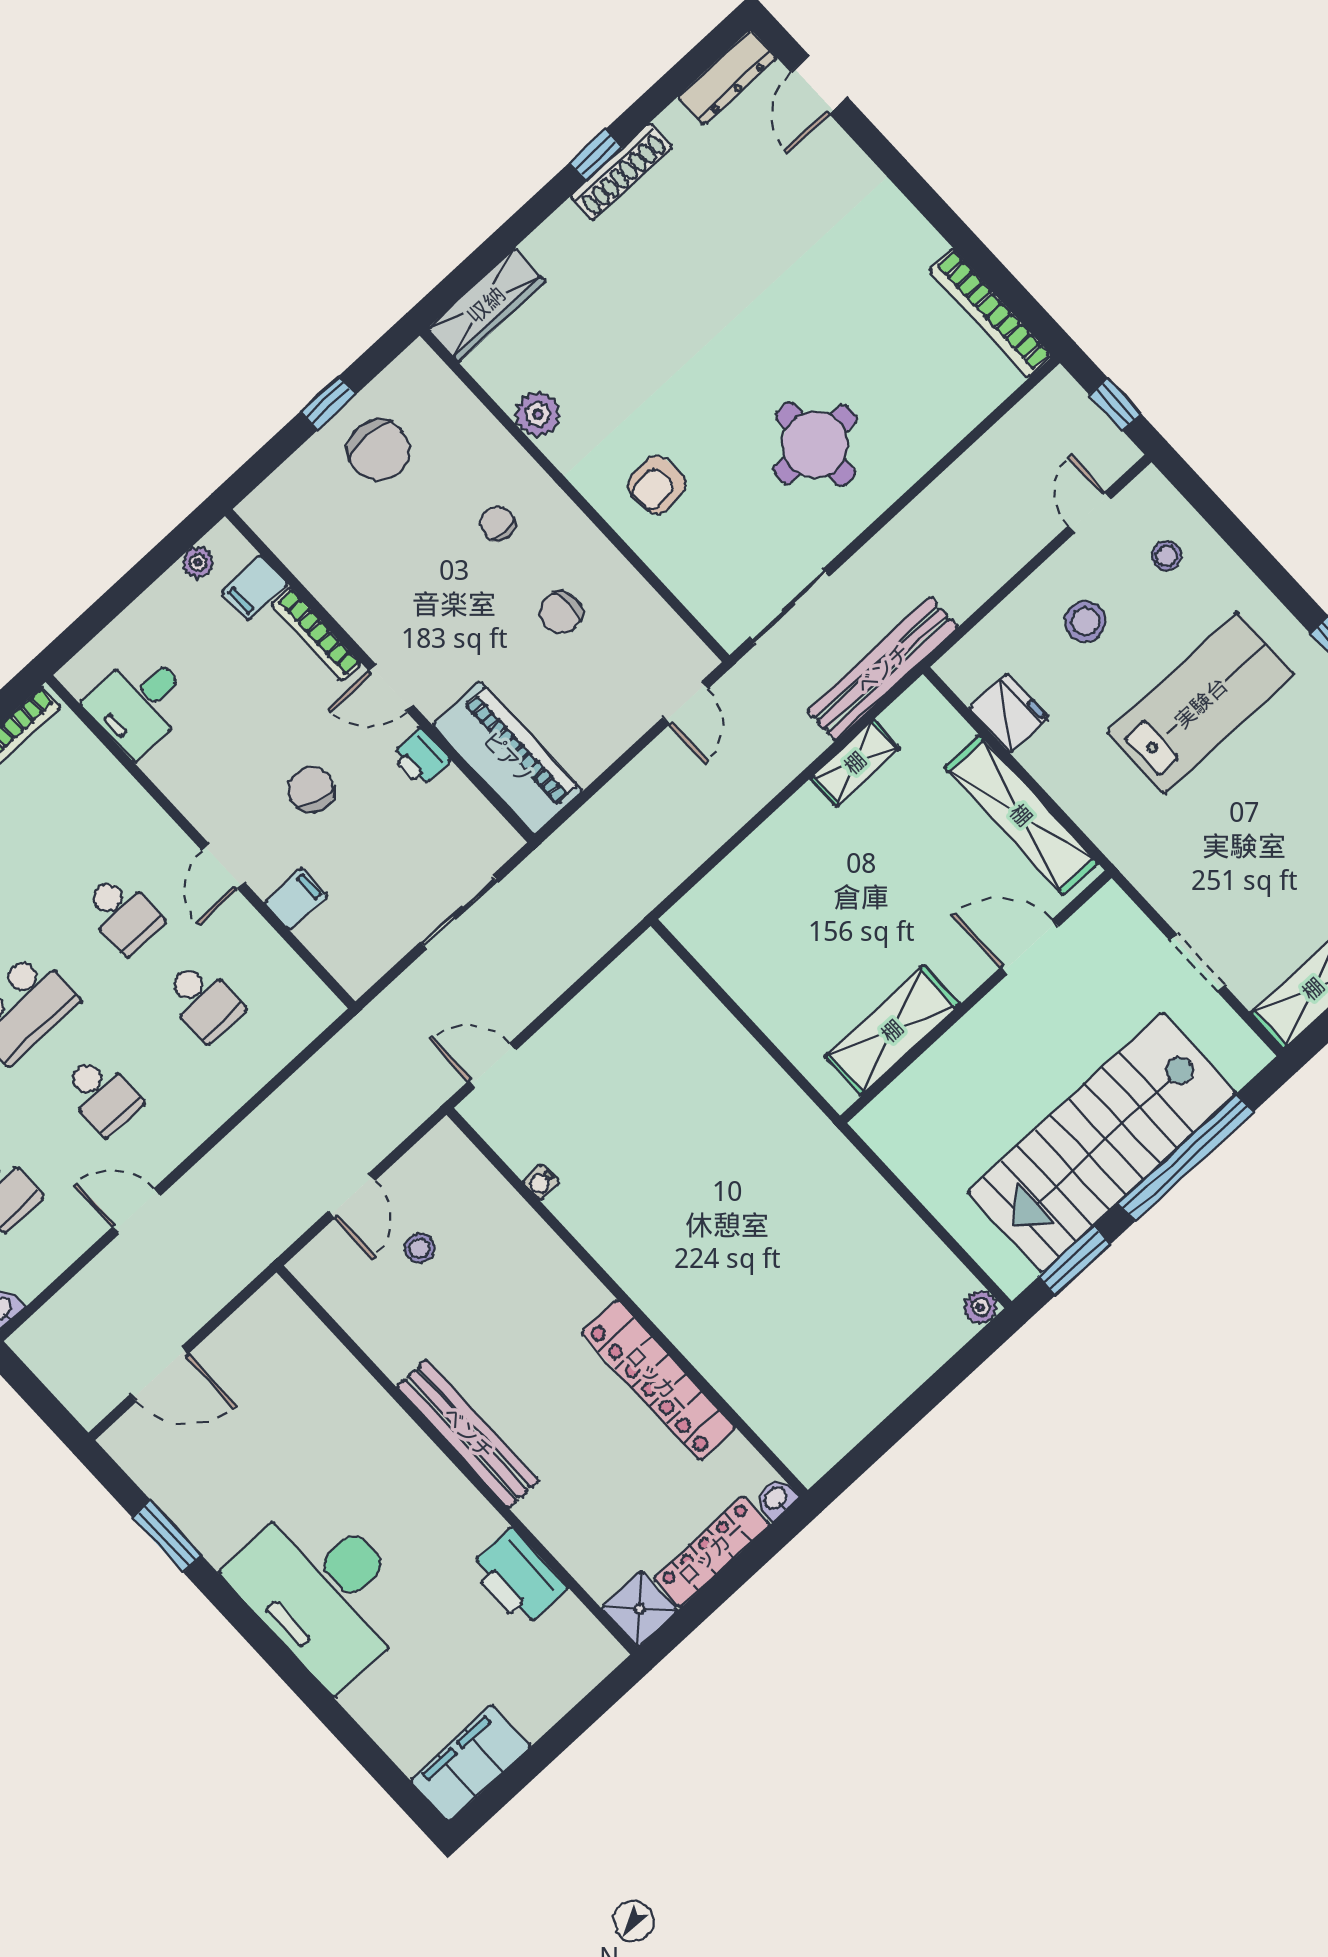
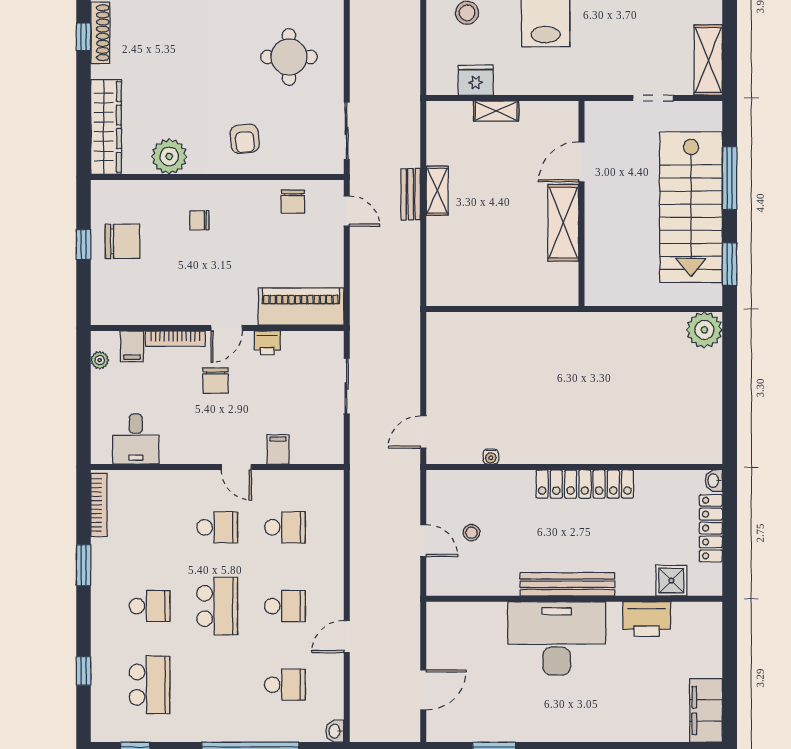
wardrobe: (486, 305) -> (106, 127), width x1.40, depth x1.17
plant: (538, 414) -> (169, 156), width x1.36, depth x1.36
chair: (561, 612) -> (293, 202), moved
bench: (883, 669) -> (411, 194), moved, width x0.54, depth x0.82
shelving: (855, 763) -> (437, 191), moved
chair: (311, 790) -> (215, 381), moved, turned -105
shelving: (1021, 815) -> (496, 111), width x0.45, depth x0.75
shelving: (892, 1031) -> (563, 223), moved
window: (1186, 1157) -> (730, 178), width x0.68
plant: (981, 1307) -> (704, 330), width x1.88, depth x1.88
locker: (658, 1380) -> (585, 484), moved
desk: (323, 1591) -> (557, 638), moved, turned 180
shower: (640, 1609) -> (671, 581), moved

